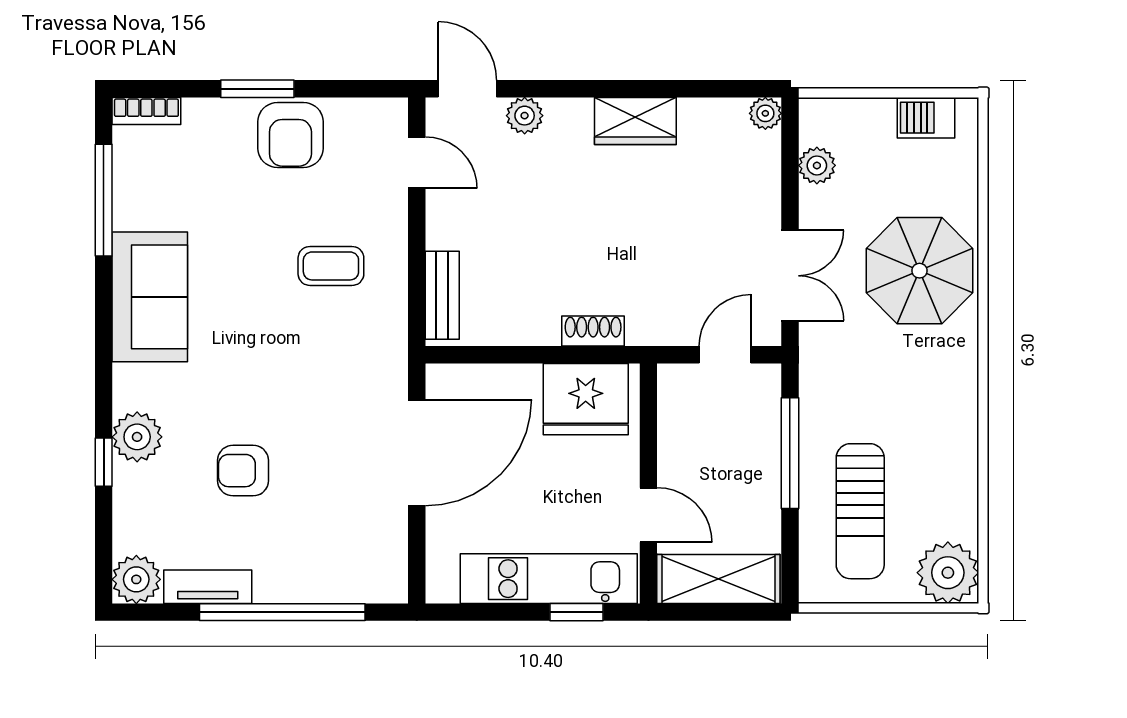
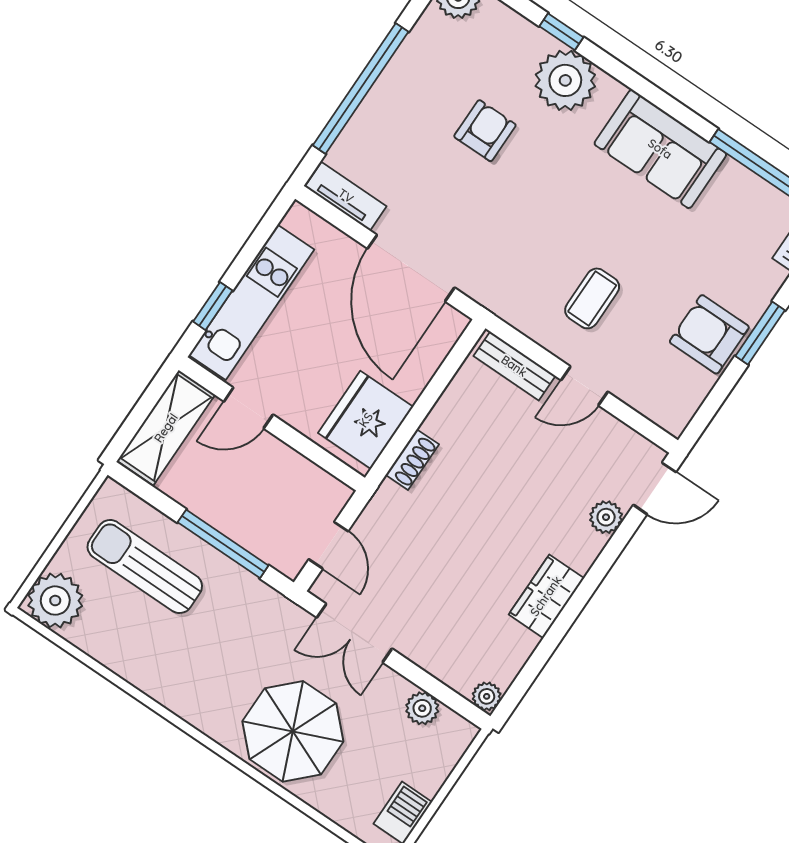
door: (417, 163) -> (584, 386), moved
plant: (137, 437) -> (565, 80), width x1.36, depth x1.36
tv unit: (208, 587) -> (346, 196), moved, turned -90

